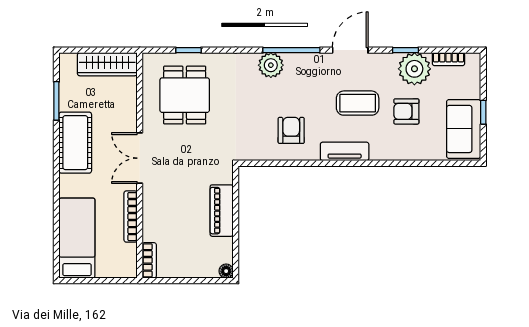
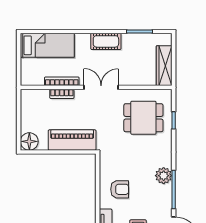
cot: (75, 143) -> (106, 41), width x0.73, depth x0.75
piano: (222, 211) -> (72, 140), width x1.37, depth x1.33
bookcase: (149, 260) -> (62, 94), moved
floor lamp: (226, 271) -> (29, 141), width x1.89, depth x1.89

